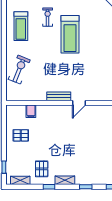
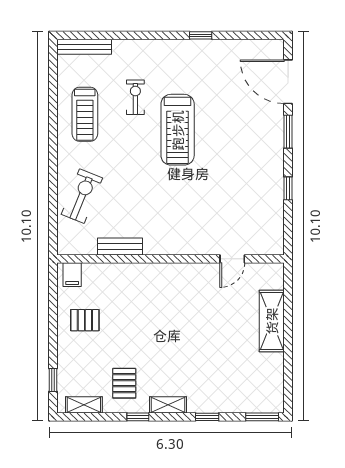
bench: (59, 96) -> (120, 246), moved
door: (79, 103) -> (232, 259), moved
filing cabinet: (31, 111) -> (72, 275), moved

